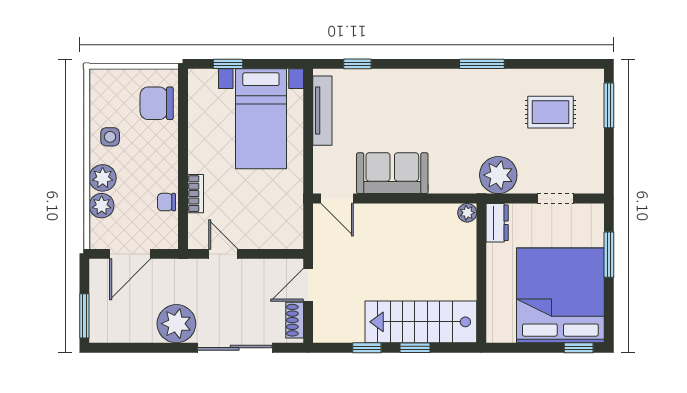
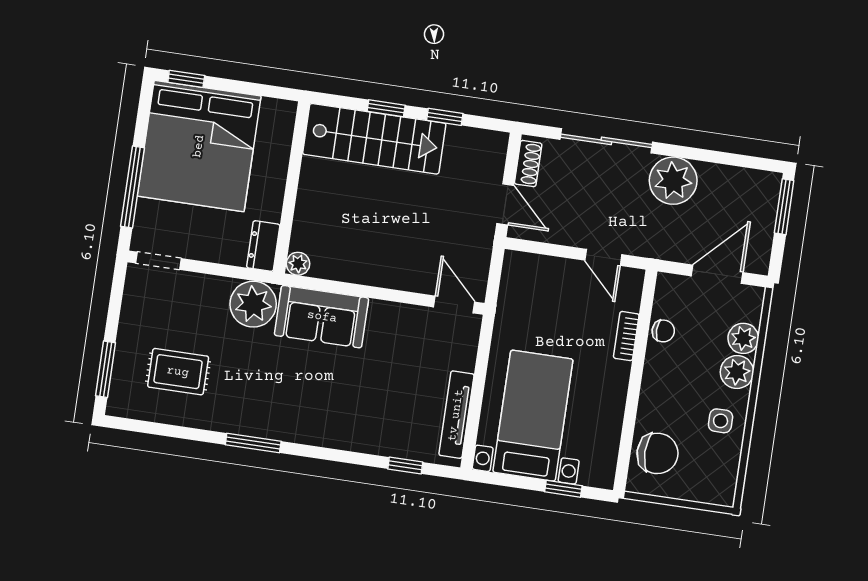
sofa: (392, 173) -> (322, 317), moved
doorway: (555, 199) -> (158, 261), moved
window: (609, 255) -> (132, 187), width x1.44
door: (308, 285) -> (505, 204), hinge flipped

